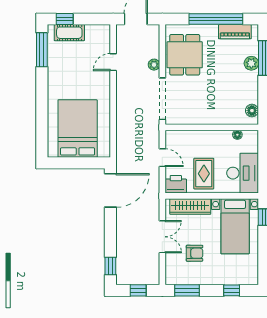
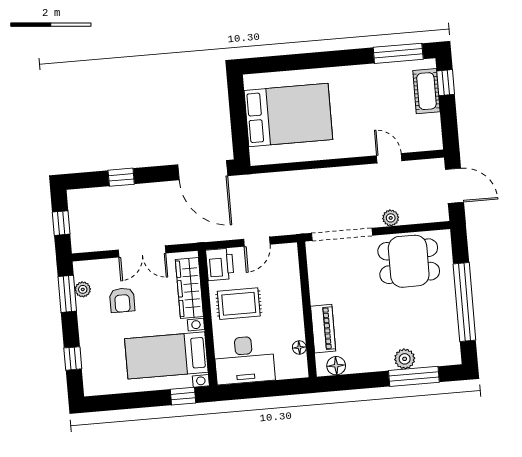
piano: (235, 32) -> (323, 329), moved, turned 180
window: (110, 266) -> (121, 177), moved
plant: (185, 280) -> (83, 289), added

